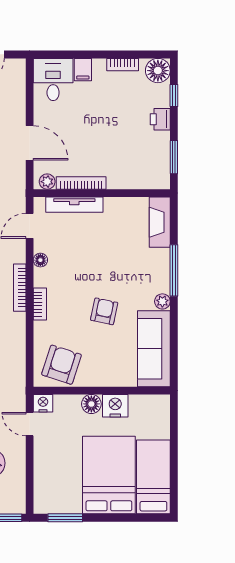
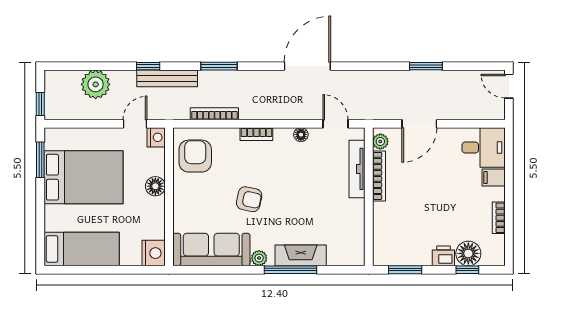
floor lamp: (158, 71) -> (468, 253), moved
fireplace: (160, 222) -> (301, 255), moved
bookcase: (20, 288) -> (214, 114), moved
armchair: (61, 365) -> (195, 156), turned -108
nightstand: (115, 406) -> (154, 253), moved
bed: (109, 475) -> (84, 177), moved

